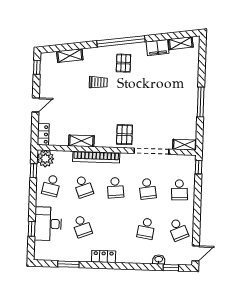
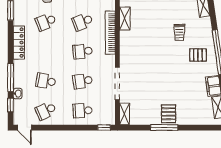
pallet: (124, 135) -> (169, 114), moved, turned 90
locker: (104, 256) -> (19, 43), width x1.53
window: (141, 267) -> (11, 77), added

